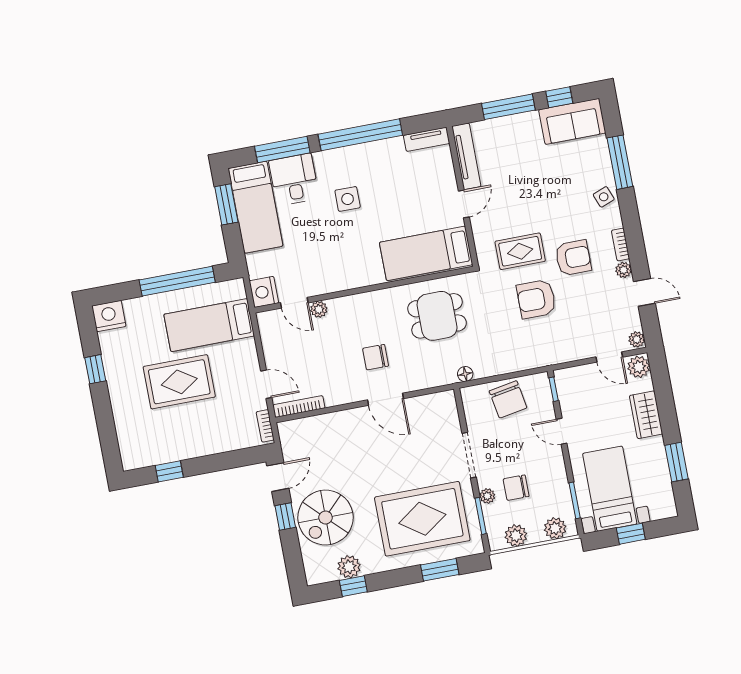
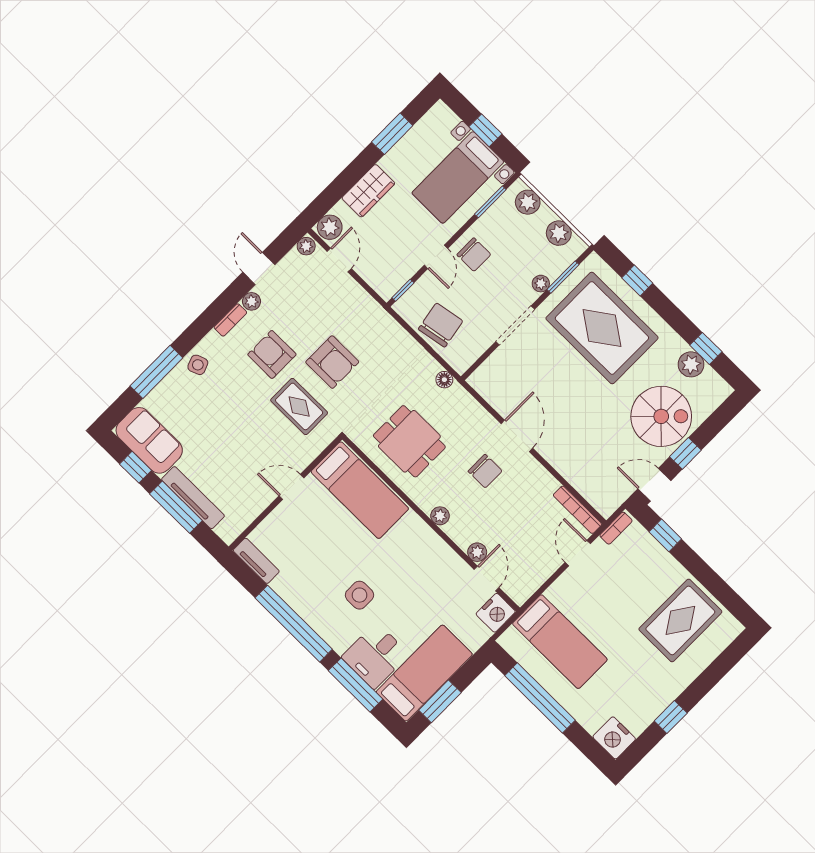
tv unit: (466, 156) -> (193, 498), moved, turned 90
plant: (365, 300) -> (440, 516), added
rug: (179, 382) -> (680, 620), moved, turned 90
window: (169, 471) -> (665, 535), moved
chair: (516, 488) -> (474, 255), moved
window: (440, 570) -> (637, 281), width x0.67

